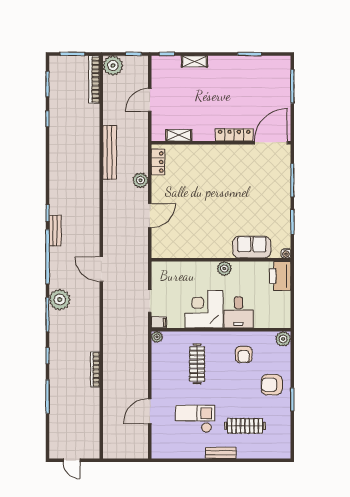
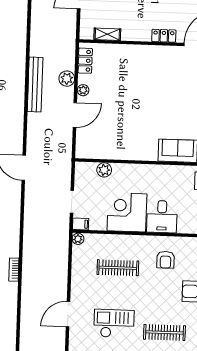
locker: (234, 135) -> (164, 36), width x0.66
bench: (110, 152) -> (35, 85), moved
plant: (157, 191) -> (83, 90), added
plant: (224, 268) -> (104, 170), moved
clothes rail: (197, 364) -> (118, 268), turned 90
bookcase: (95, 369) -> (14, 270), width x0.64

